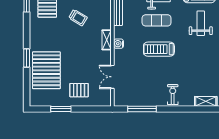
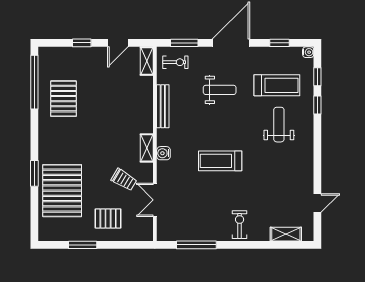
trolley: (78, 18) -> (124, 180), moved
exercise mat: (157, 20) -> (217, 121), removed

